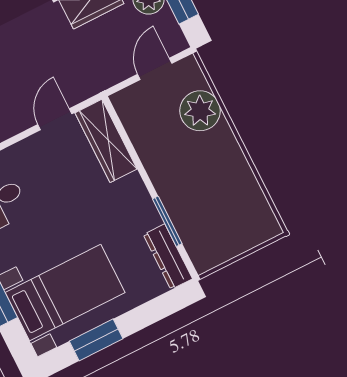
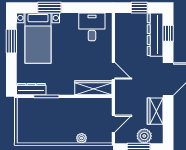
door: (155, 69) -> (113, 124), hinge flipped
plant: (200, 111) -> (82, 138), width x0.53, depth x0.53

